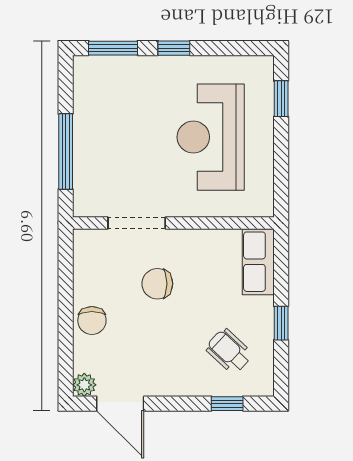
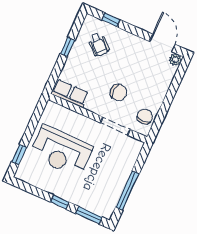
reception desk: (211, 137) -> (61, 151), turned 90
window: (66, 152) -> (127, 191), moved
row of seats: (258, 262) -> (70, 93), moved, turned -90
chair: (92, 321) -> (145, 117), moved

